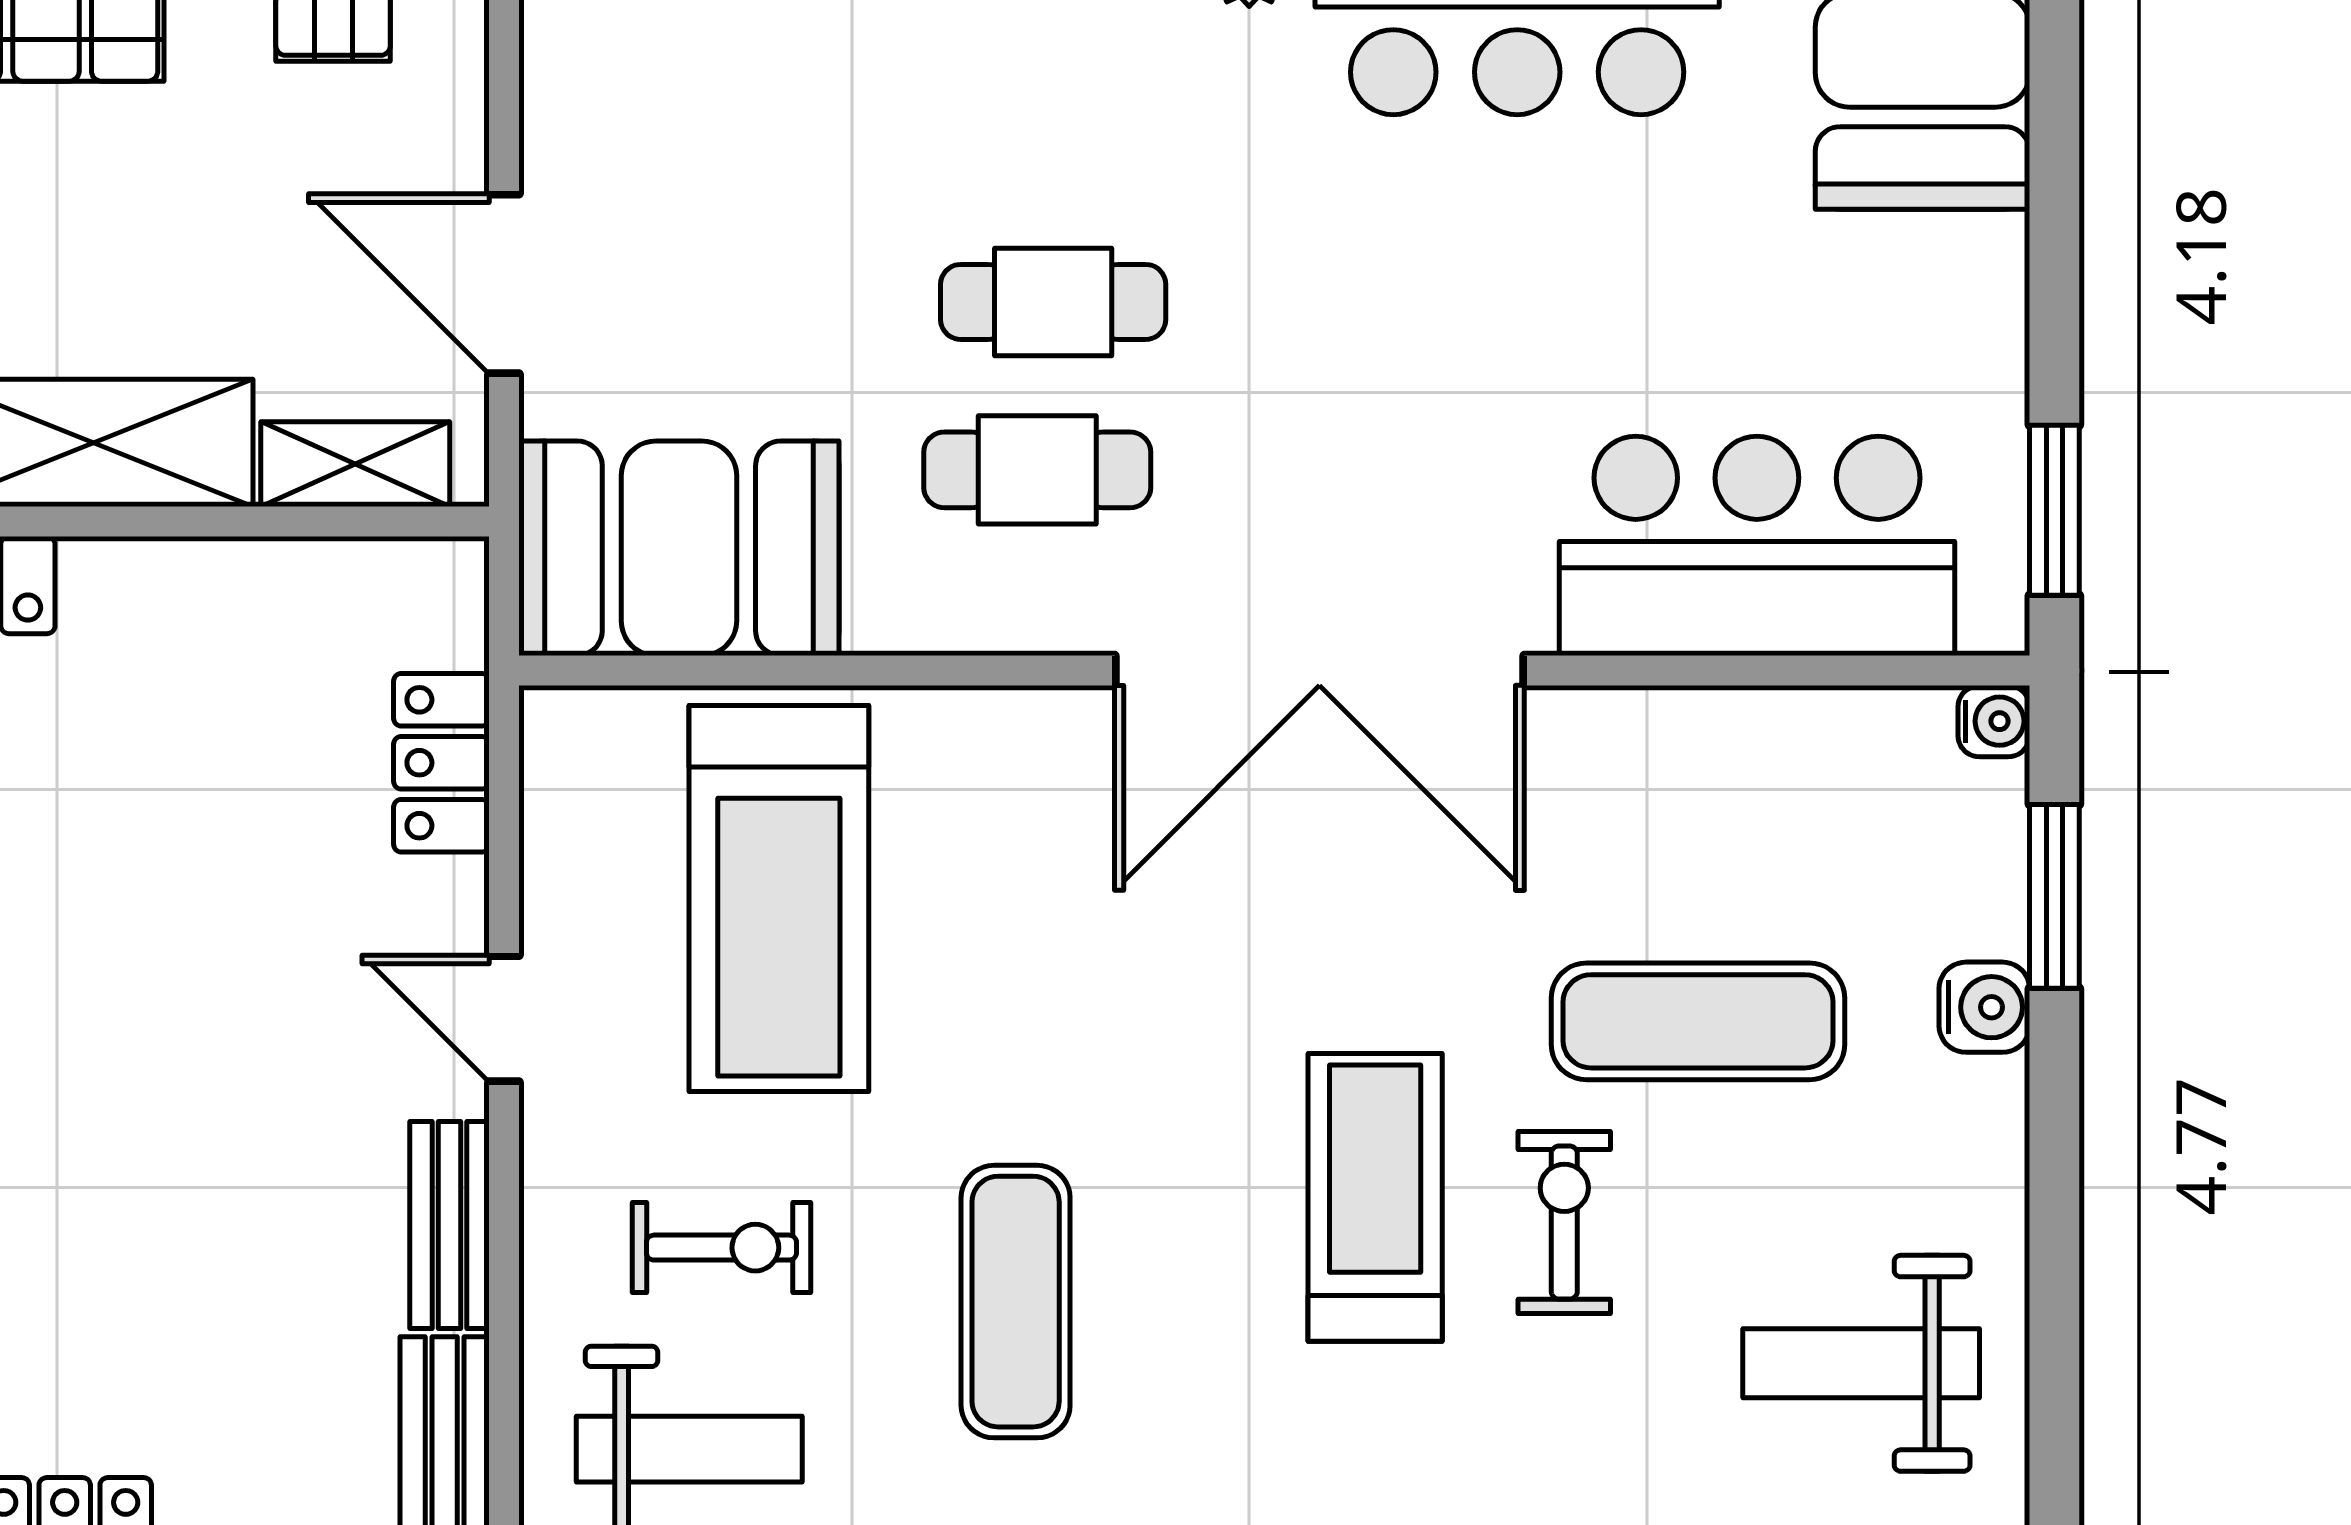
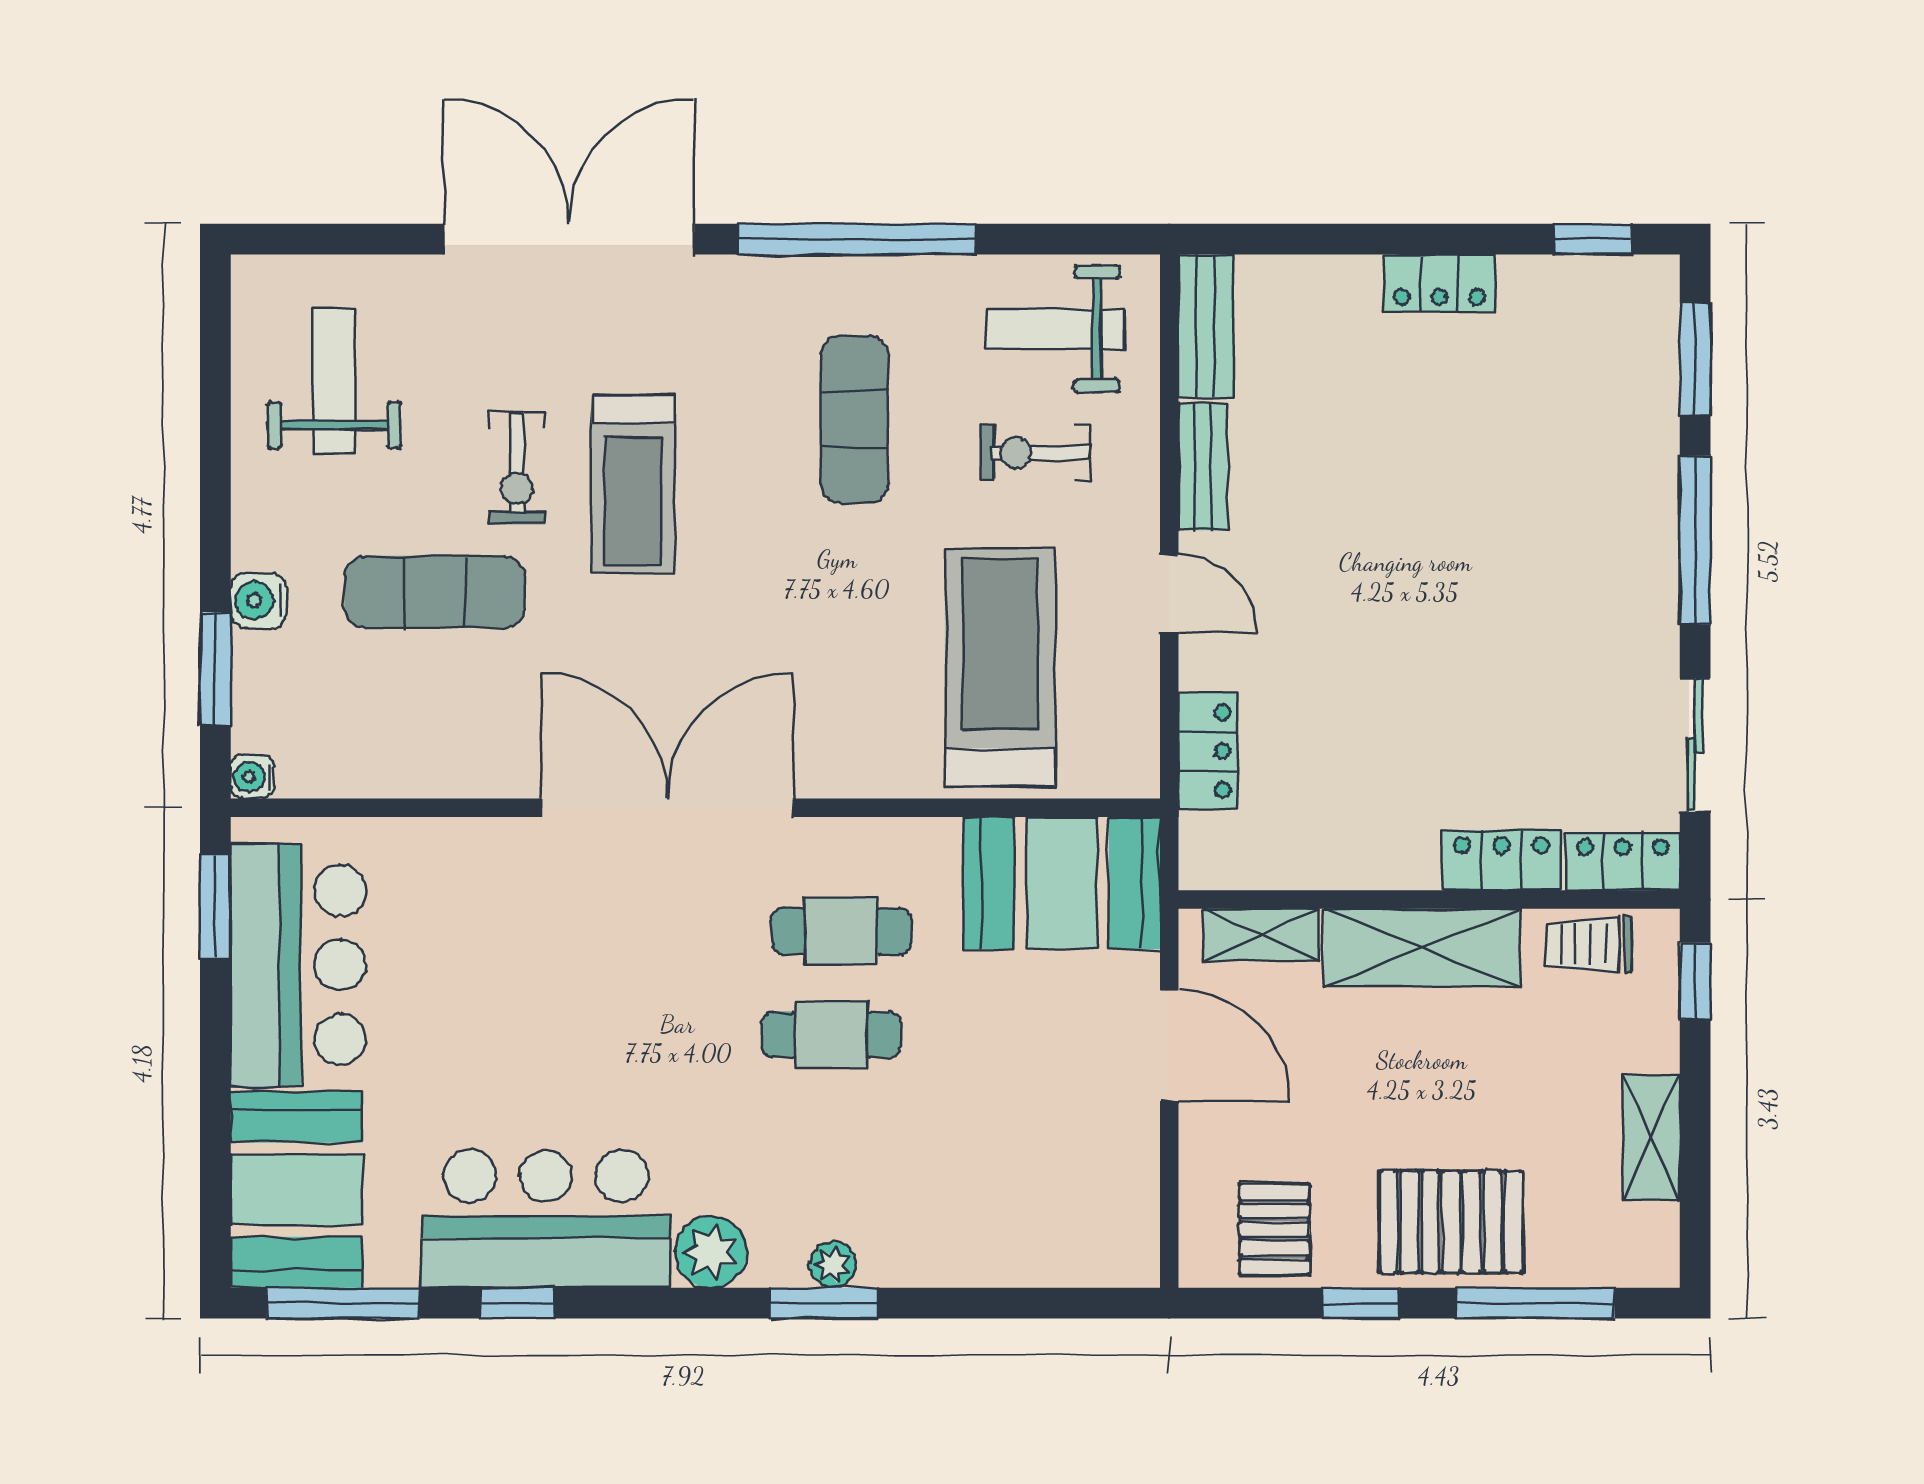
bar counter: (1757, 546) -> (298, 965), moved, turned -90
weight bench: (1861, 1363) -> (334, 382), turned -90

